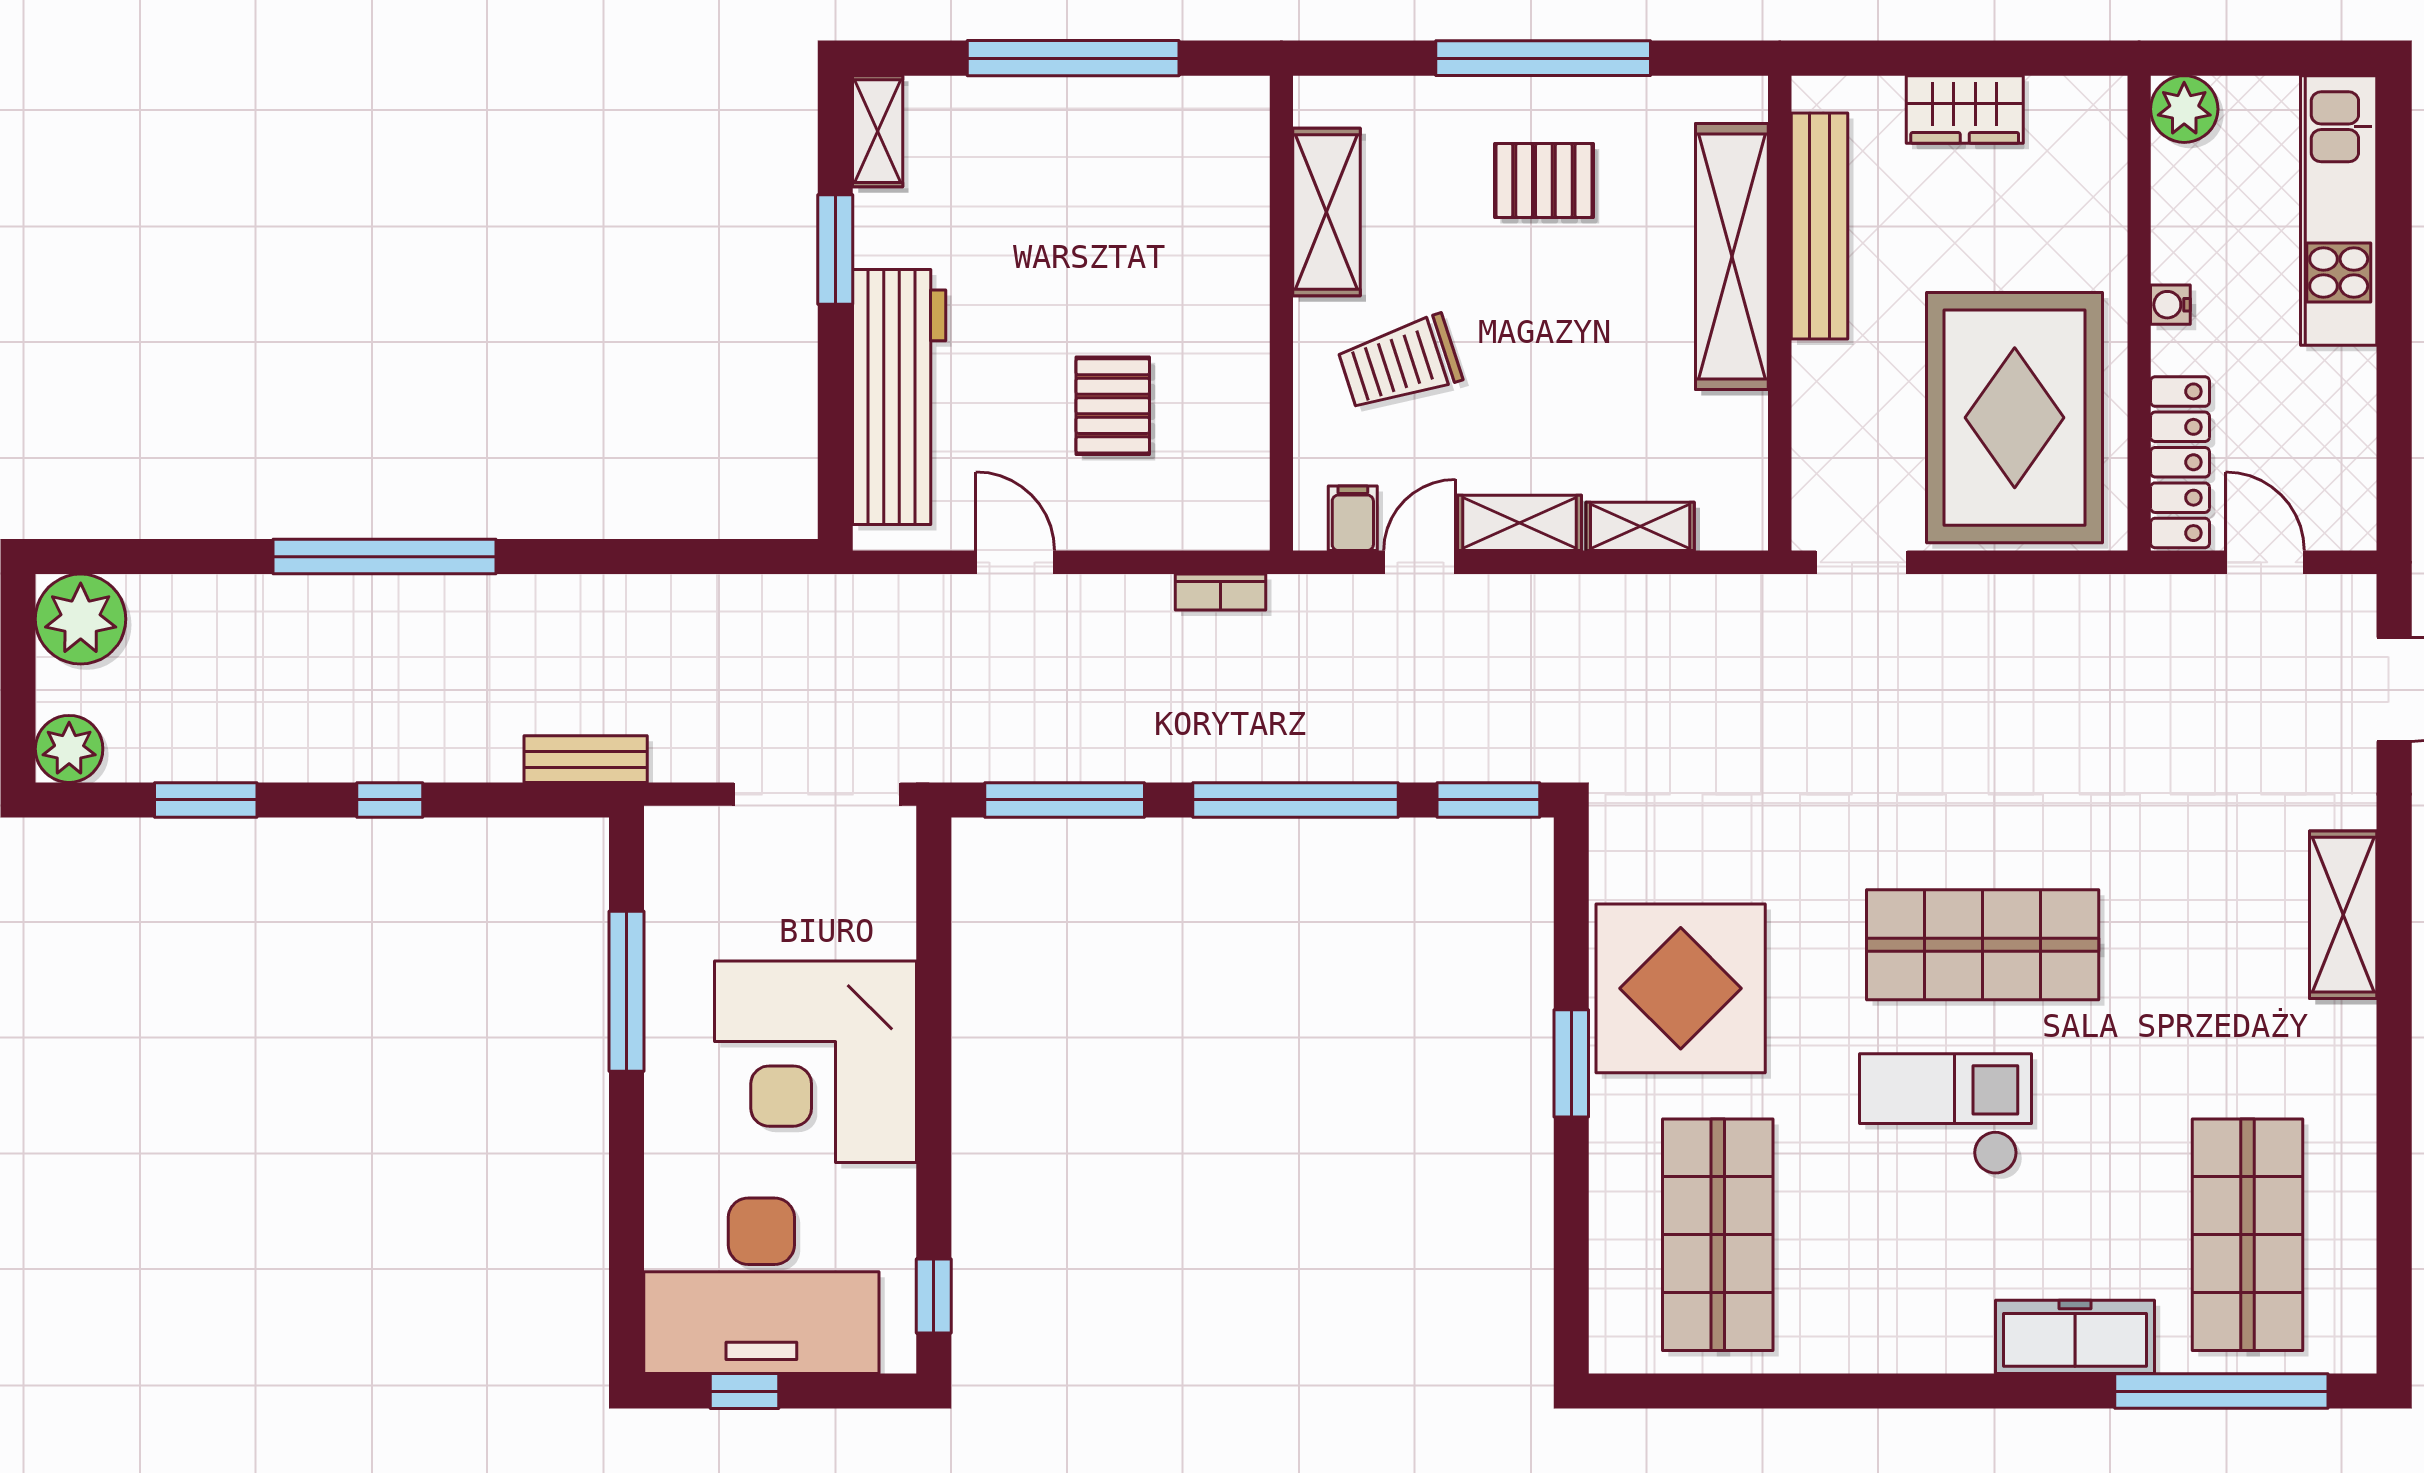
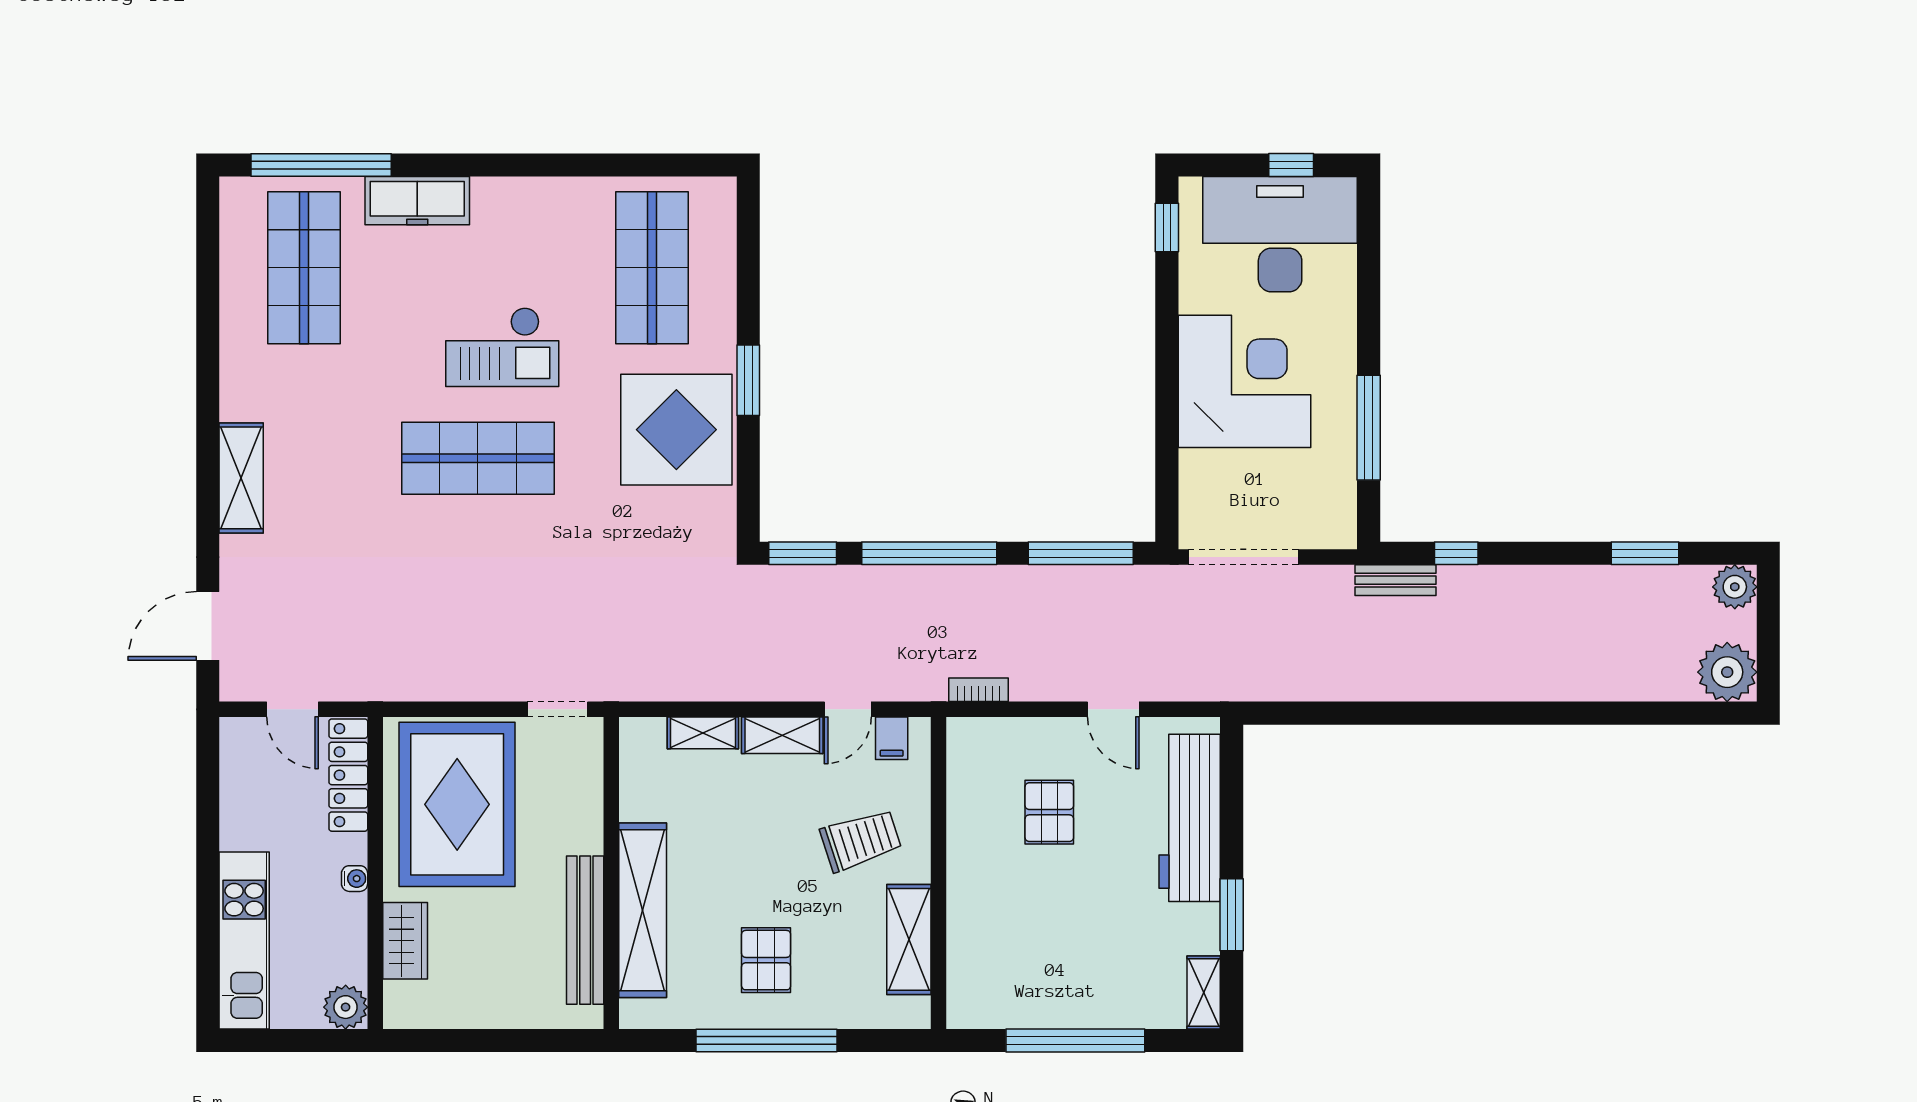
wardrobe: (1965, 109) -> (405, 941), moved, turned 90
pallet: (1544, 181) -> (766, 960), turned 90
window: (384, 557) -> (1528, 713), removed
window: (390, 800) -> (1456, 553), moved

